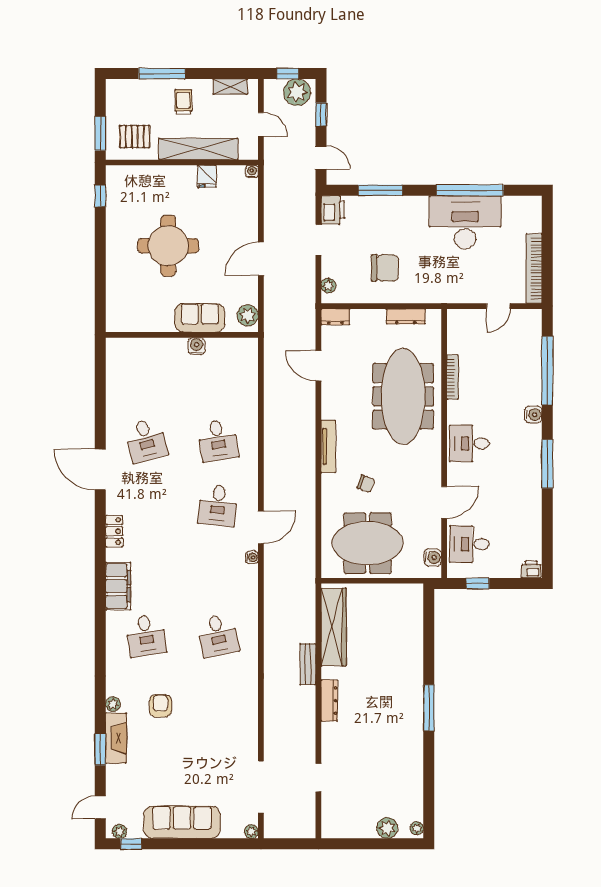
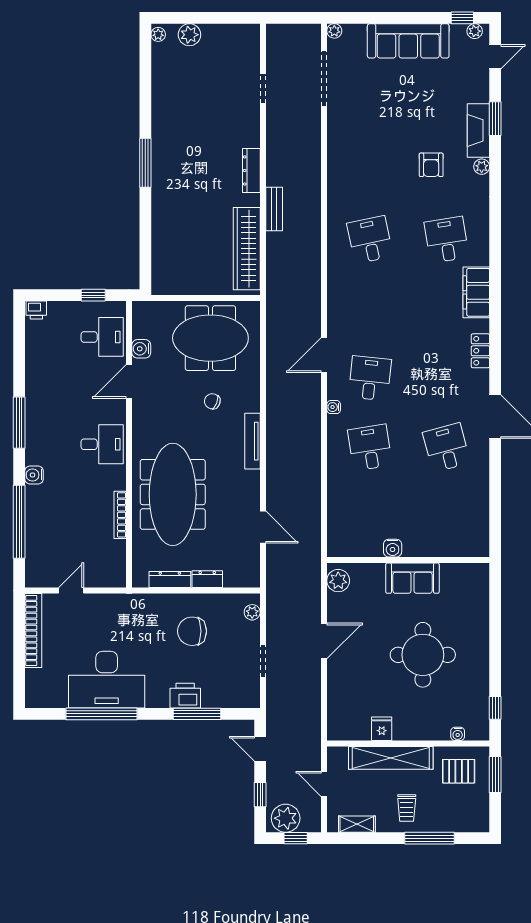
water cooler: (252, 171) -> (458, 734), moved
printer: (333, 210) -> (185, 696), moved, turned 90
dresser: (335, 317) -> (207, 579), moved
sofa: (200, 318) -> (412, 578), moved
water cooler: (252, 557) -> (334, 407), moved
water cooler: (433, 557) -> (141, 349), moved

